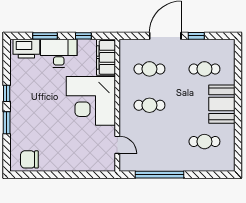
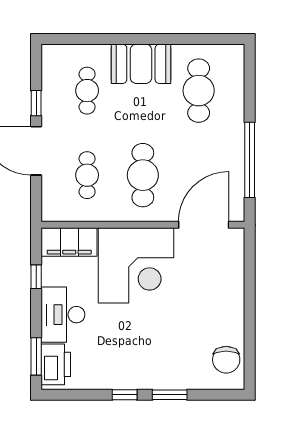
window: (45, 36) -> (36, 356), moved
cafe table: (149, 105) -> (143, 175), width x1.37, depth x1.35
cafe table: (204, 142) -> (199, 91), width x1.37, depth x1.35
door: (117, 145) -> (204, 225), width x1.87

